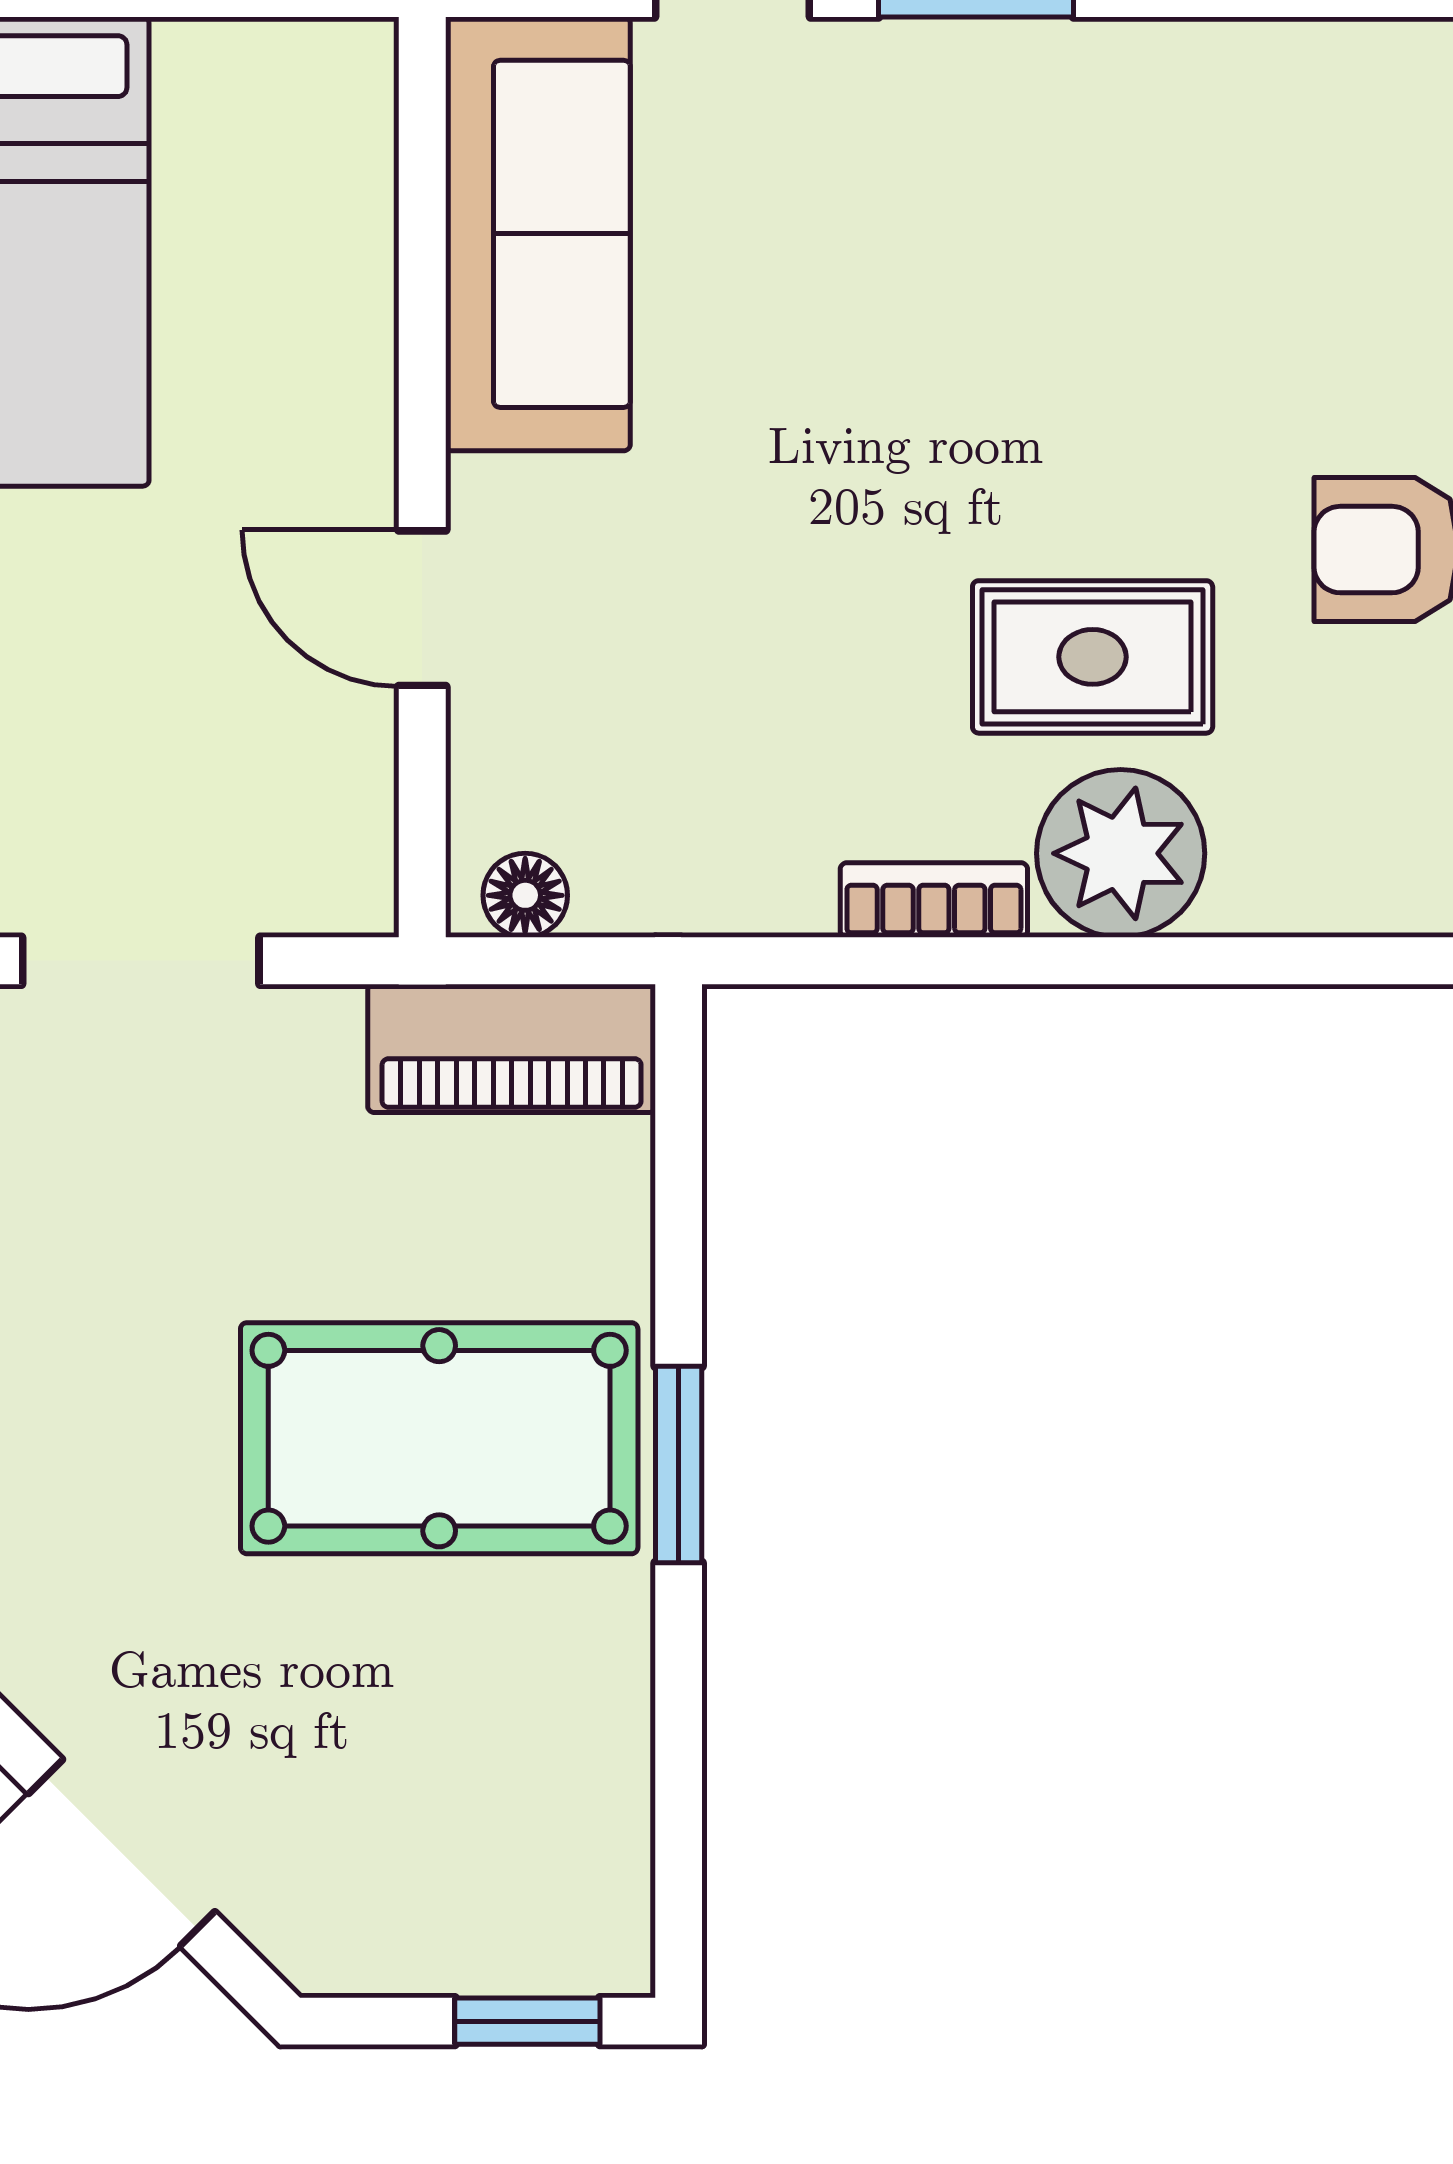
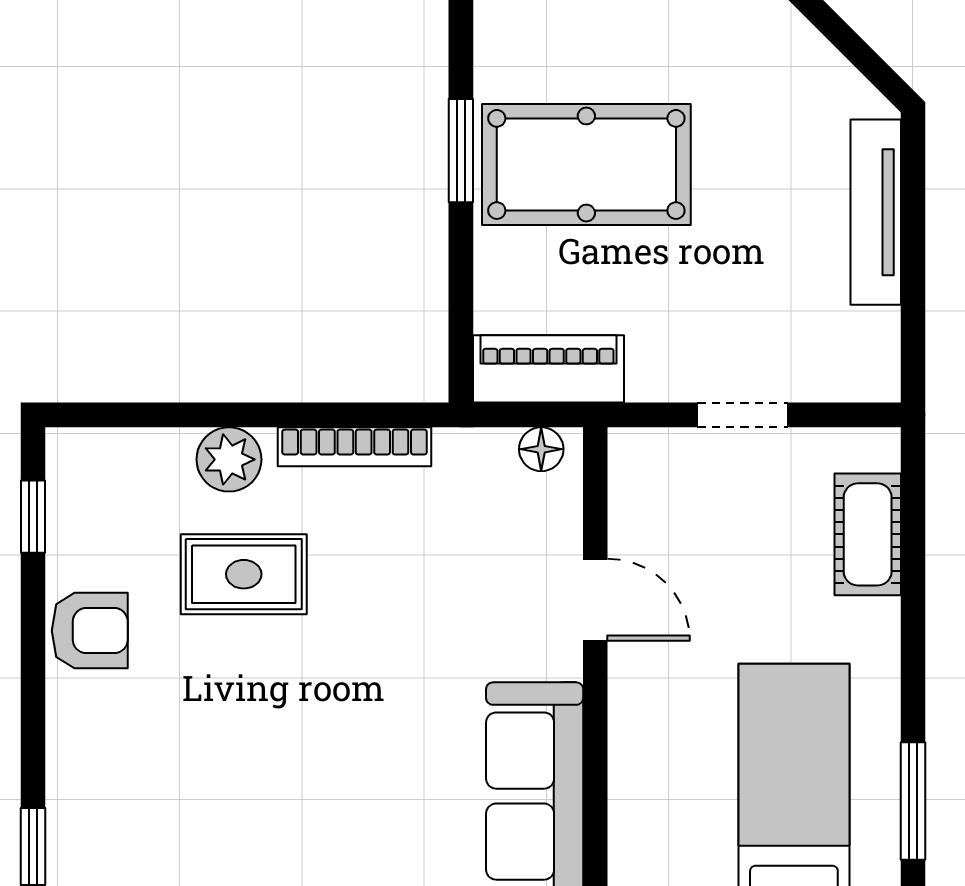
plant: (1121, 853) -> (229, 459), width x0.73, depth x0.73
bookcase: (934, 900) -> (355, 447), width x1.56
doorway: (141, 961) -> (743, 415), width x0.73

